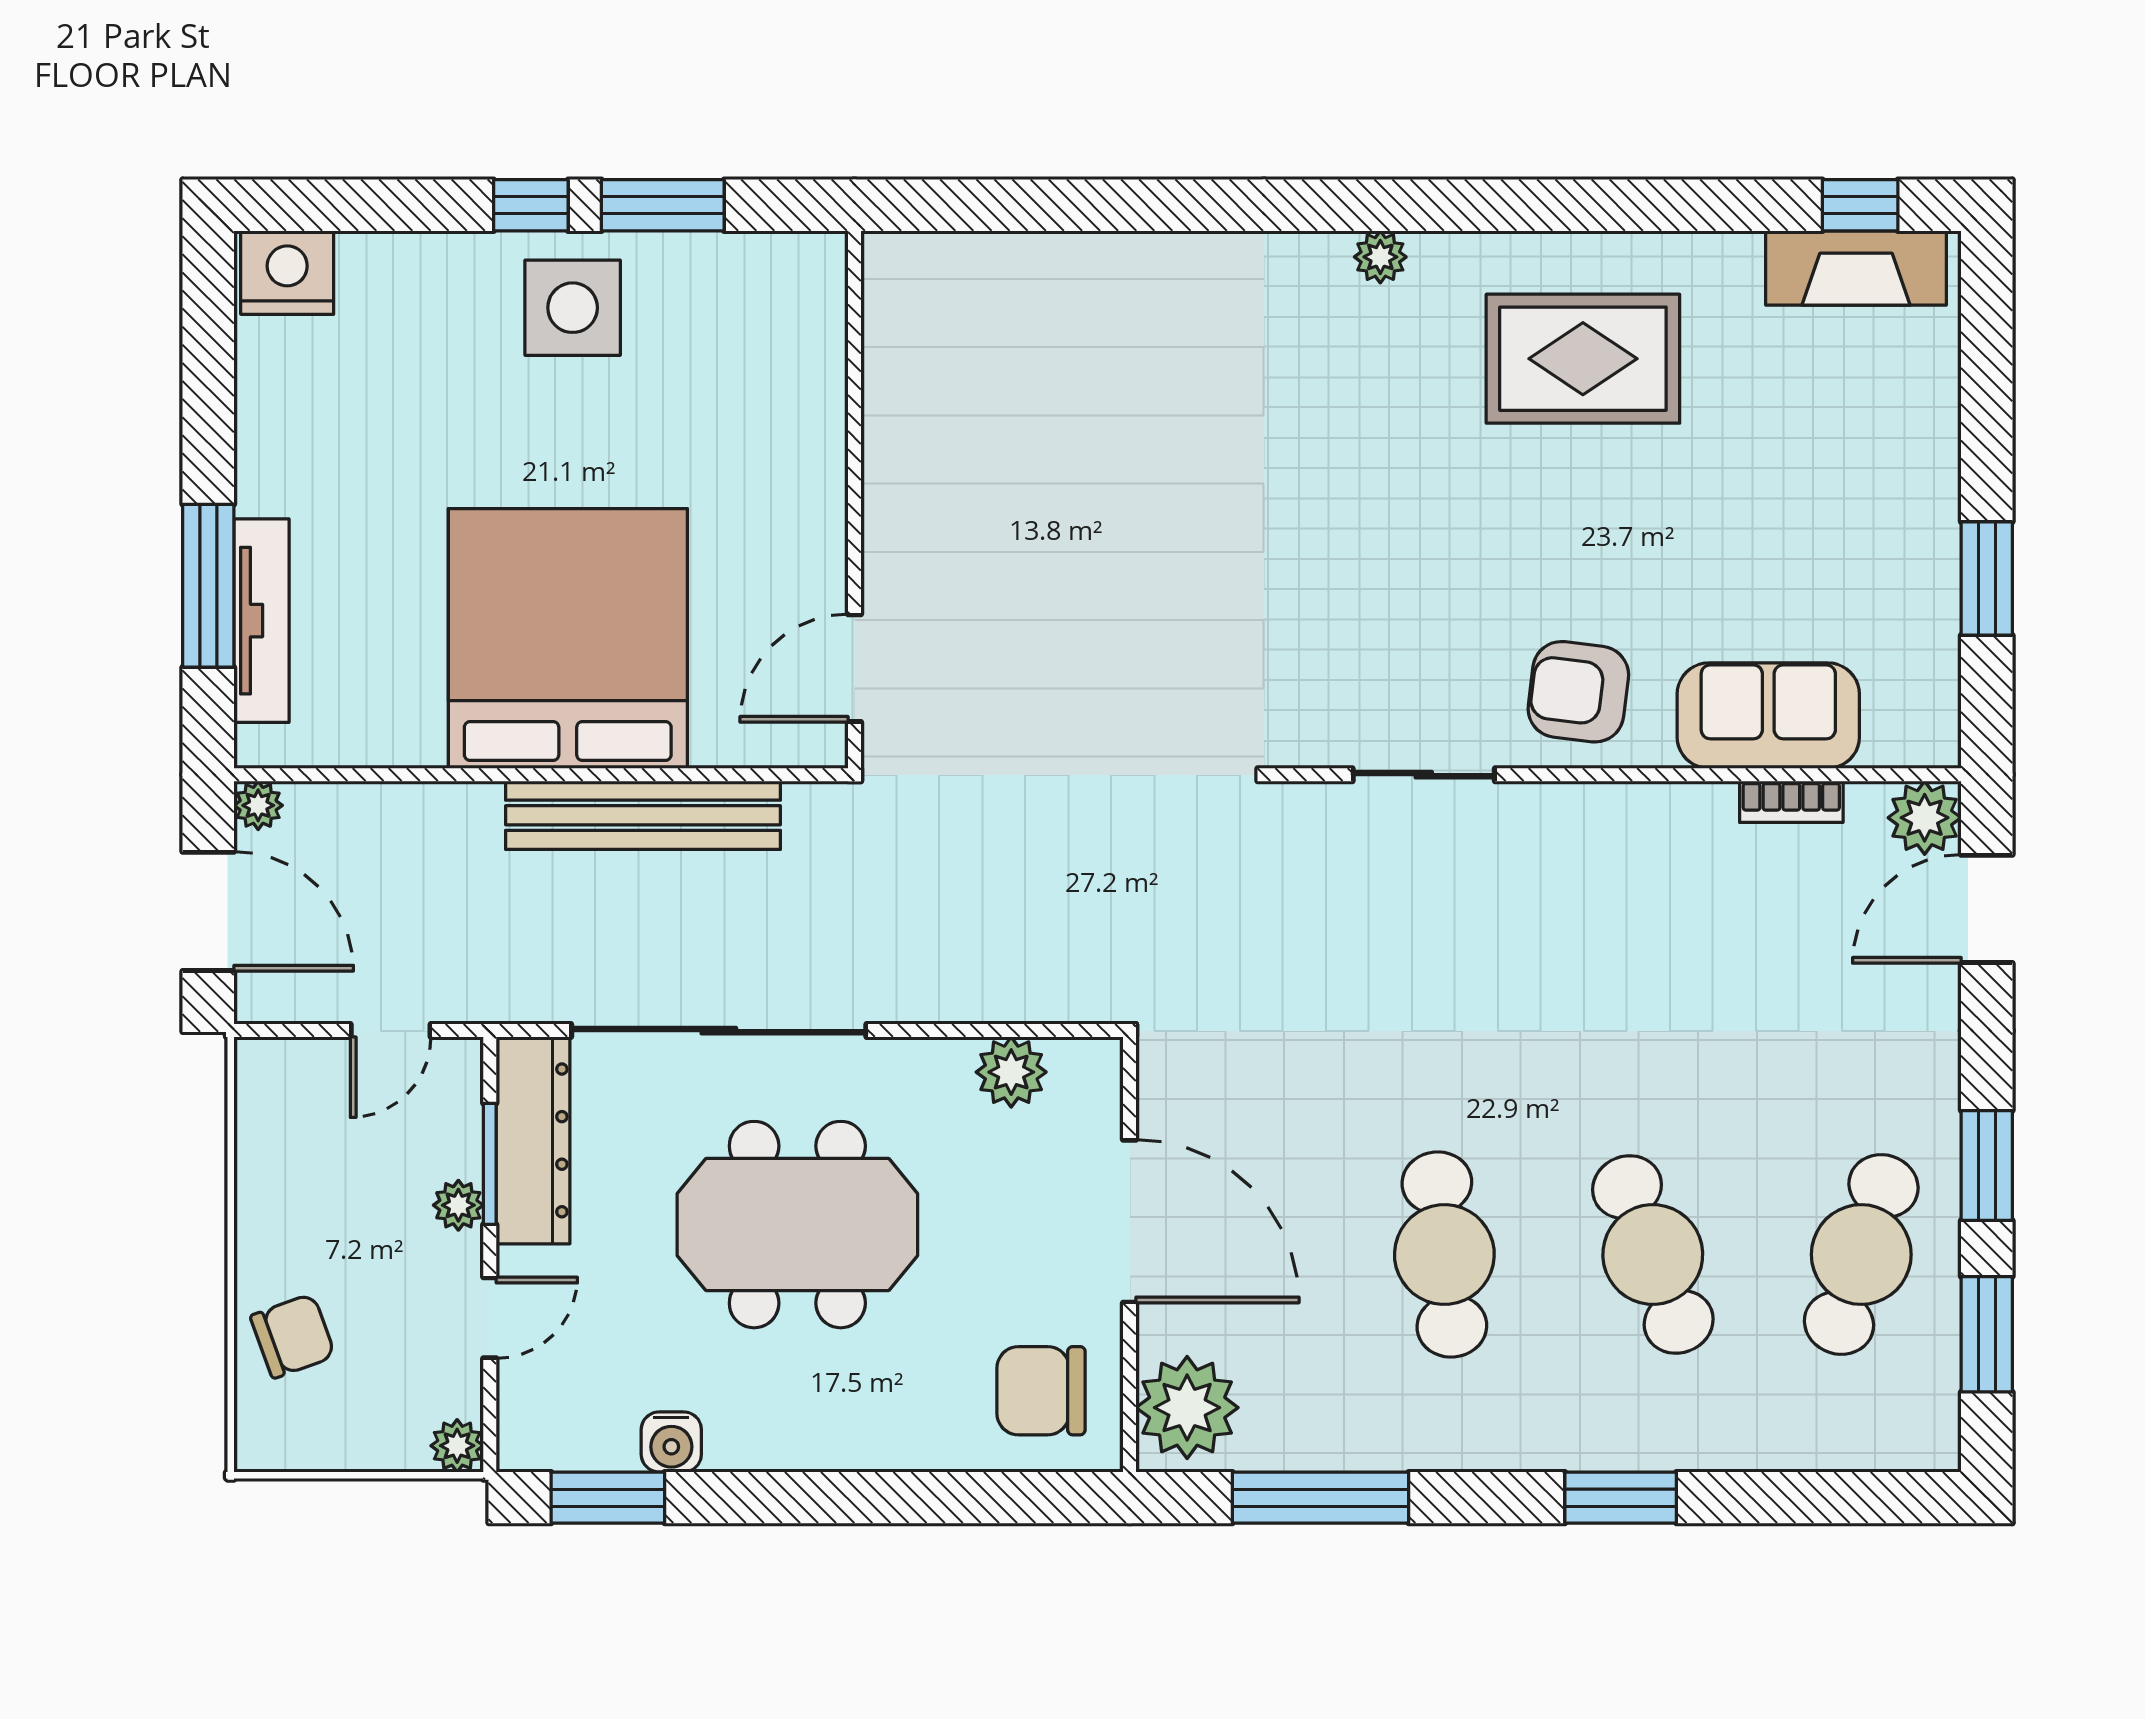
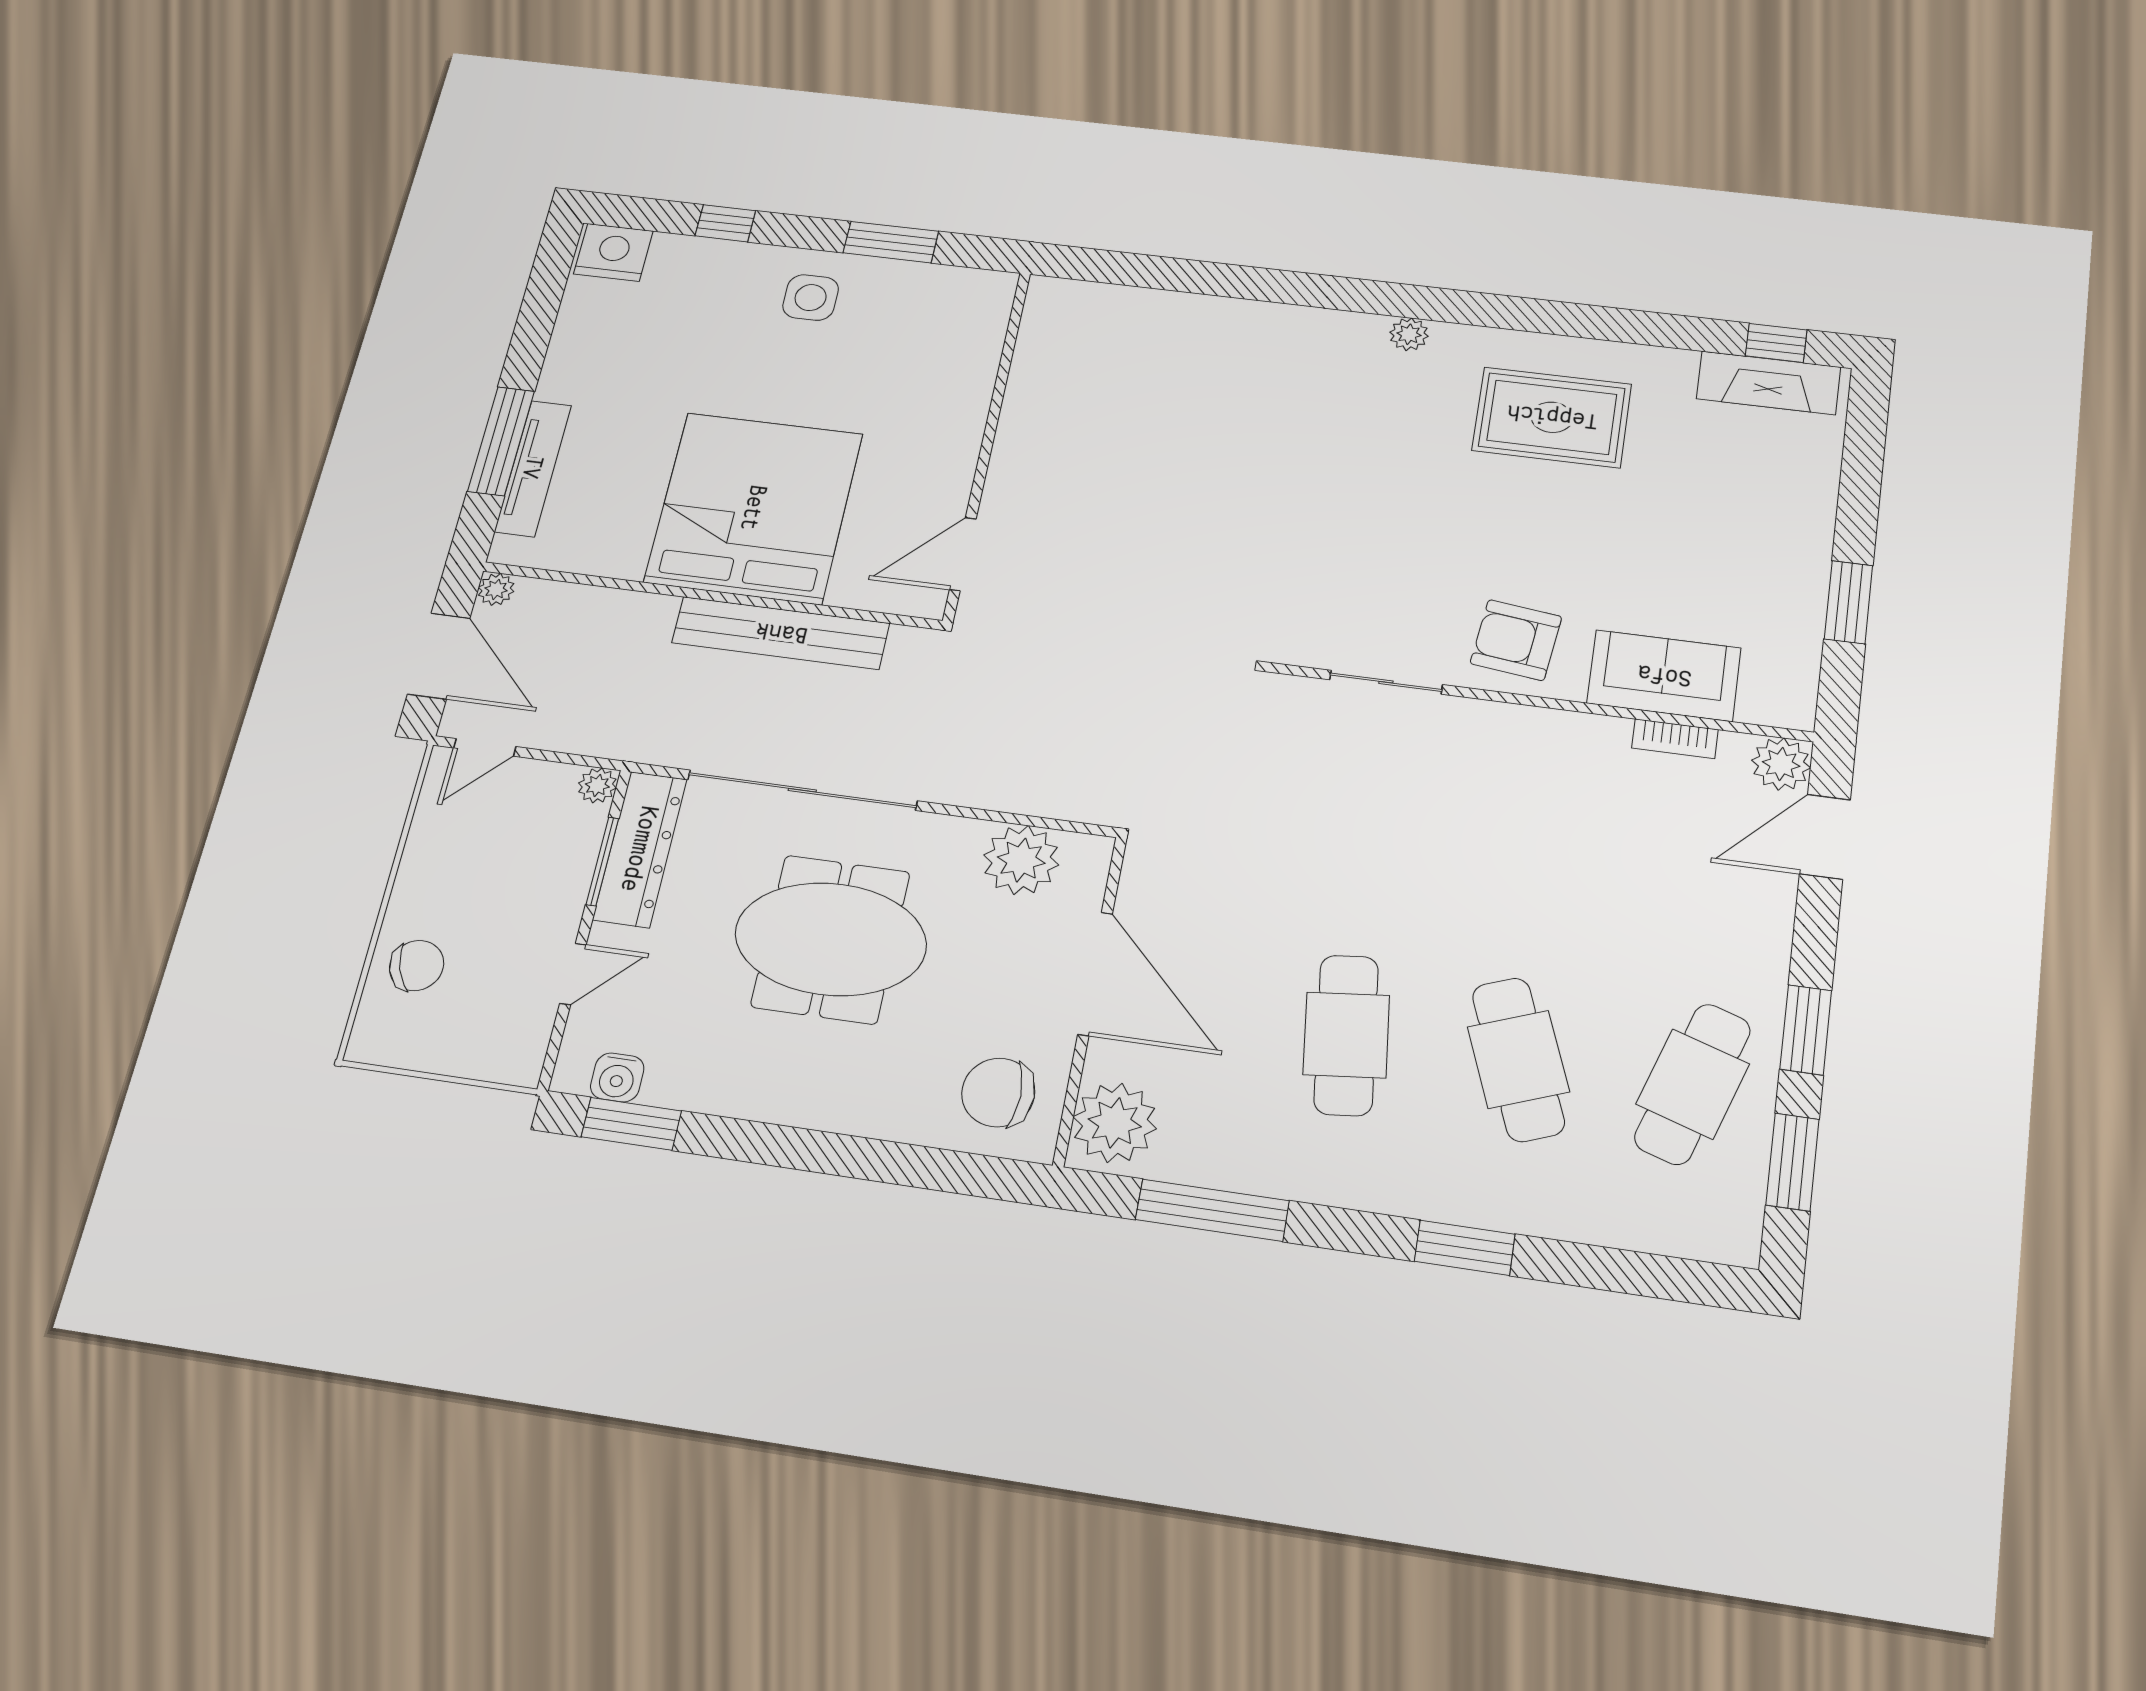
window: (531, 205) -> (725, 223), moved
side table: (573, 308) -> (811, 298), width x0.73, depth x0.73
door: (391, 1031) -> (485, 747), moved
plant: (1011, 1072) -> (1021, 860), width x1.36, depth x1.36
plant: (458, 1205) -> (597, 785), moved
water cooler: (671, 1442) -> (617, 1077), moved
plant: (457, 1446) -> (522, 1066), removed

